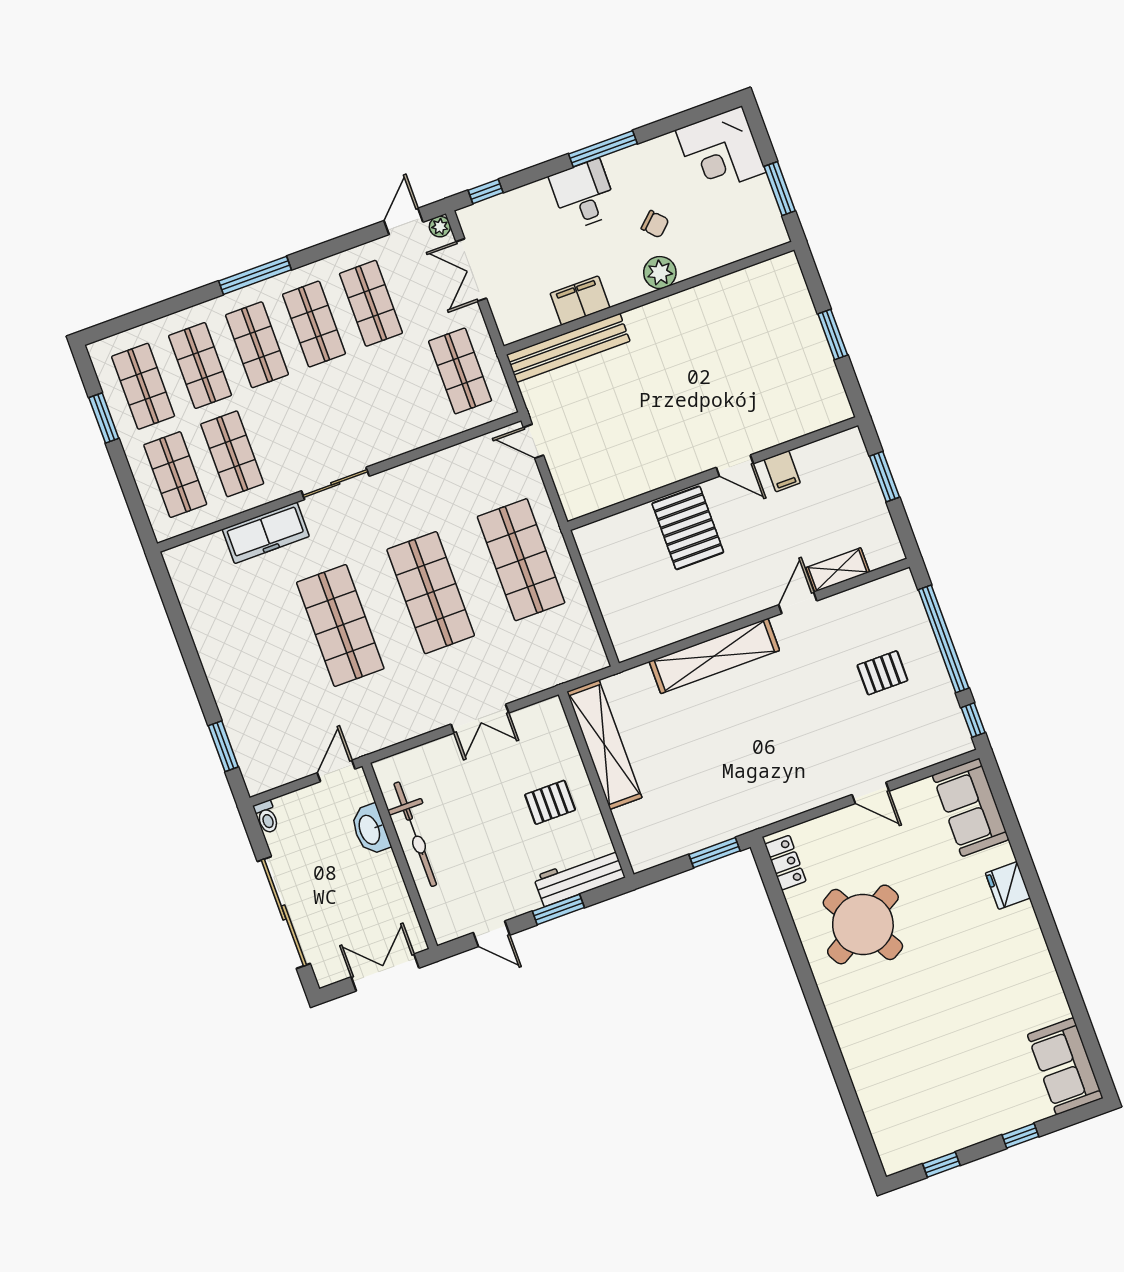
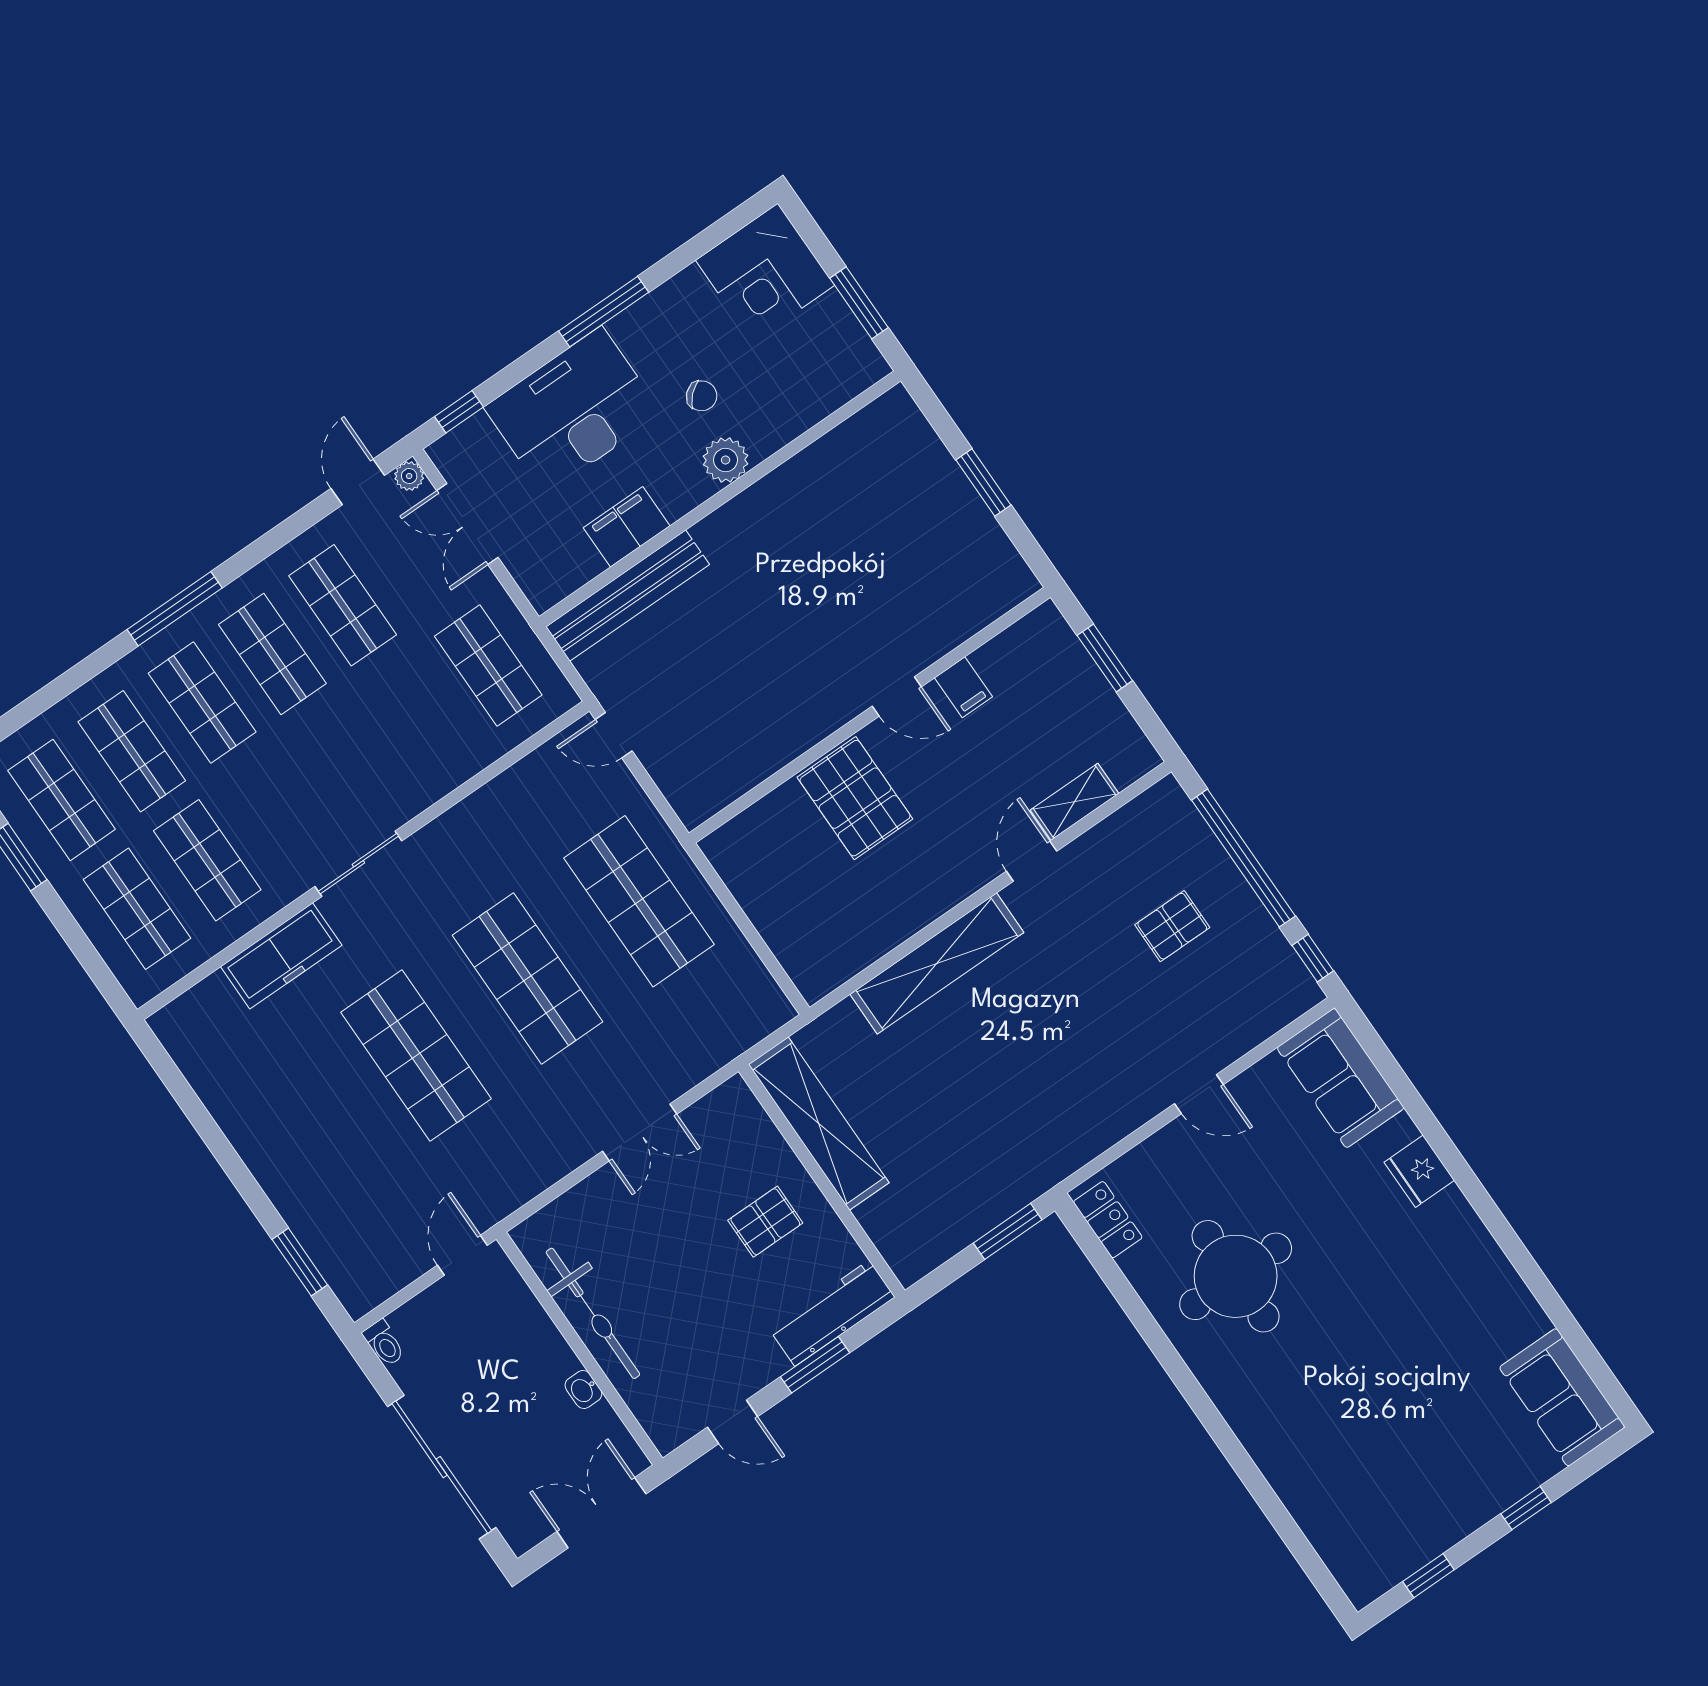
desk: (584, 195) -> (573, 411), width x1.87, depth x1.30
washbasin: (370, 830) -> (583, 1389), moved, width x0.52, depth x0.69
round table: (863, 924) -> (1236, 1276), turned 30

